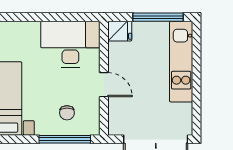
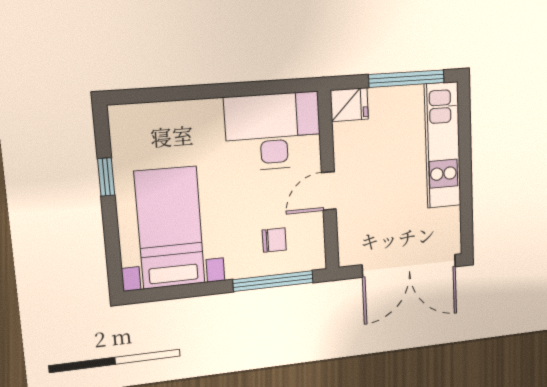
door: (104, 85) -> (329, 191), swing flipped
chair: (67, 113) -> (274, 240), turned -90

